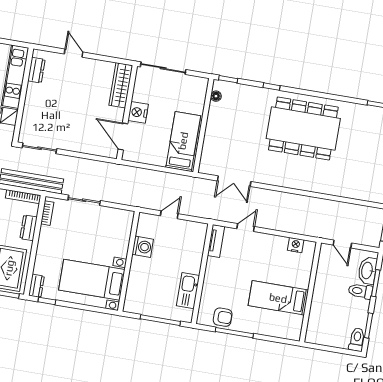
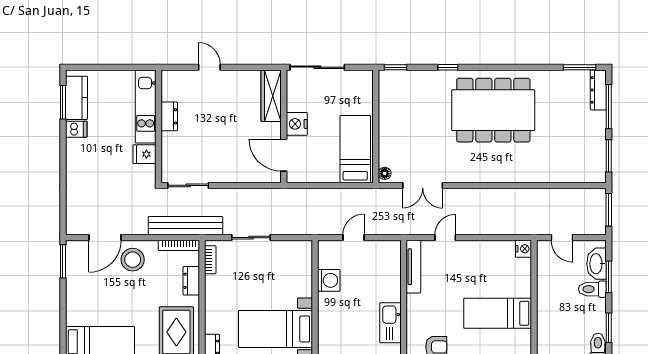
dresser: (36, 70) -> (169, 116), moved
floor lamp: (216, 96) -> (385, 173), moved
tv unit: (216, 241) -> (413, 267), width x1.41
nightstand: (296, 245) -> (523, 249), moved, turned 90

